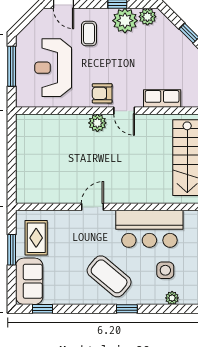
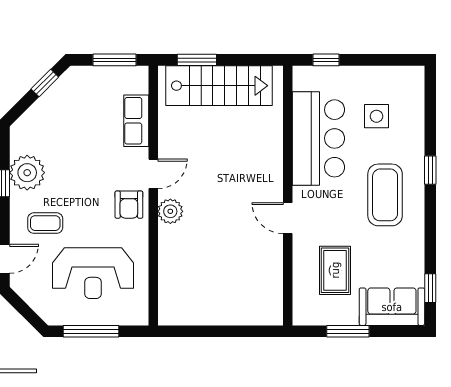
plant: (147, 17) -> (22, 141), removed
rug: (36, 238) -> (335, 270), moved, turned 90
coffee table: (109, 276) -> (385, 195), turned -40
plant: (172, 298) -> (415, 107), removed

